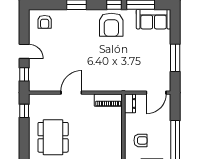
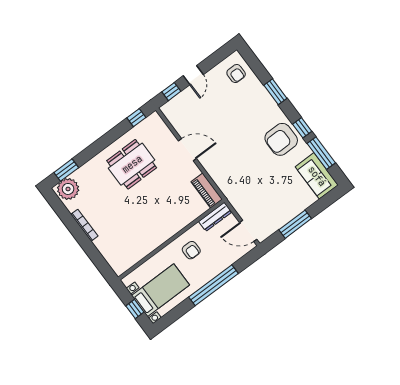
armchair: (45, 22) -> (236, 74), turned -90
dresser: (130, 103) -> (215, 217), width x1.44

